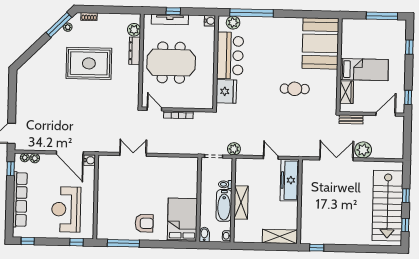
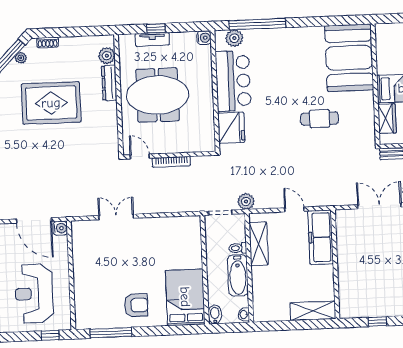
tv unit: (170, 19) -> (152, 39), width x0.71
shelving: (241, 203) -> (259, 244), moved
window: (317, 248) -> (377, 322), moved

